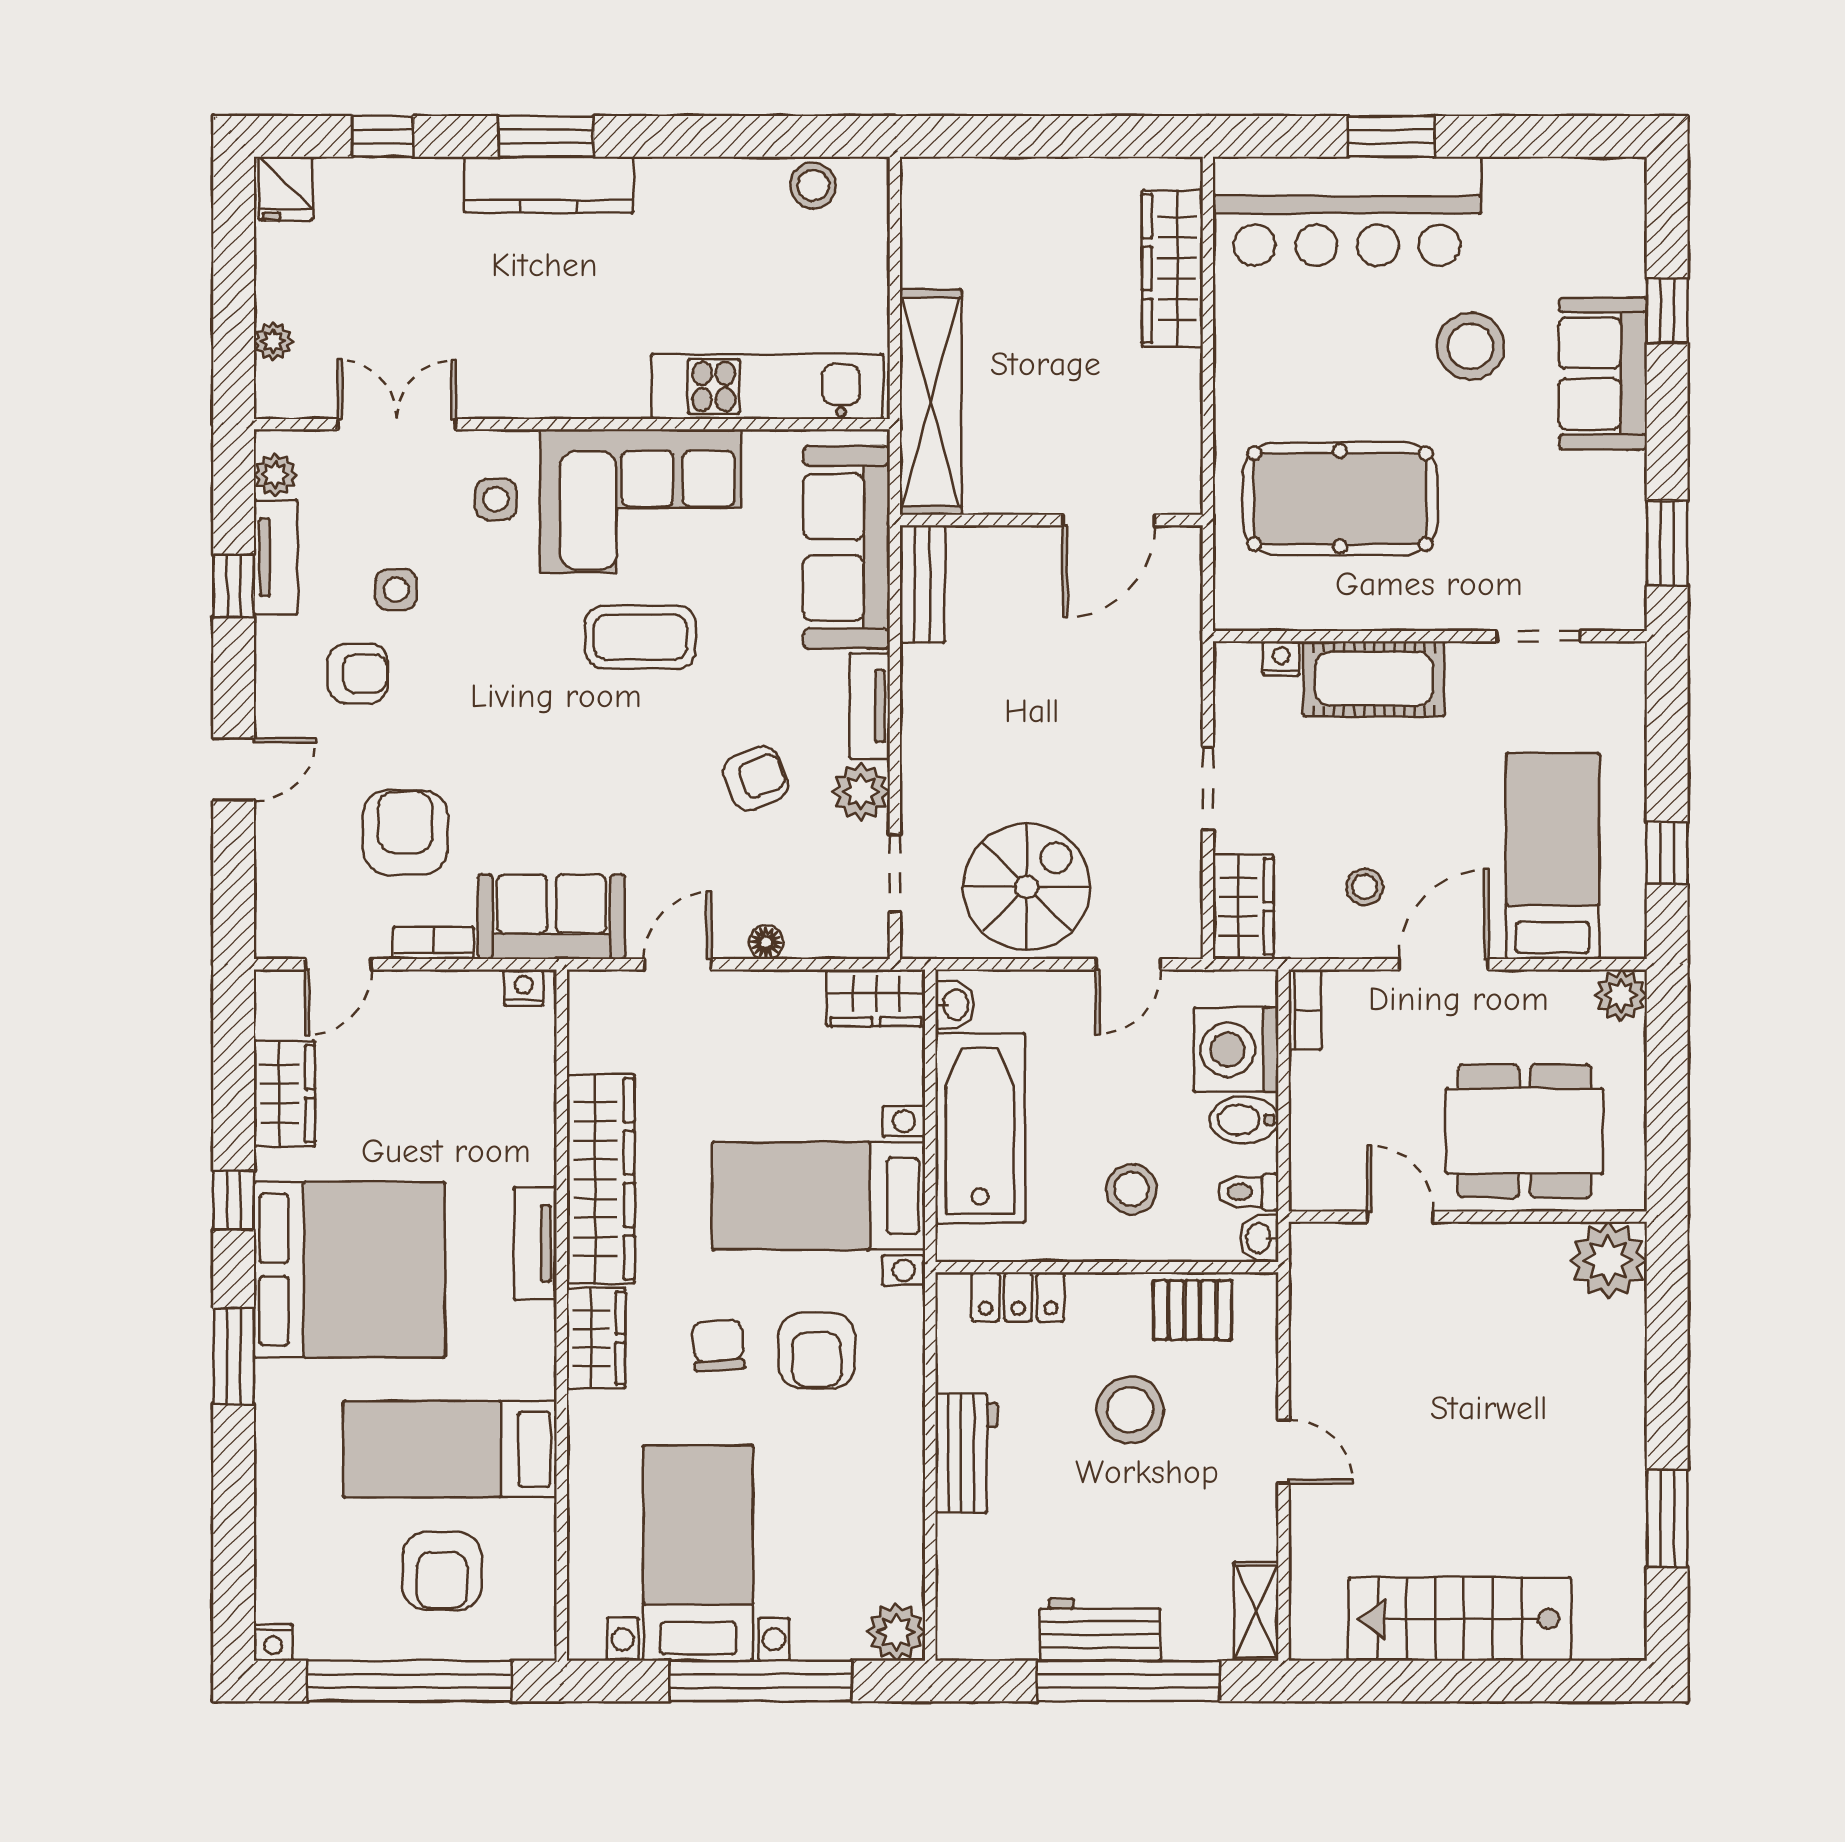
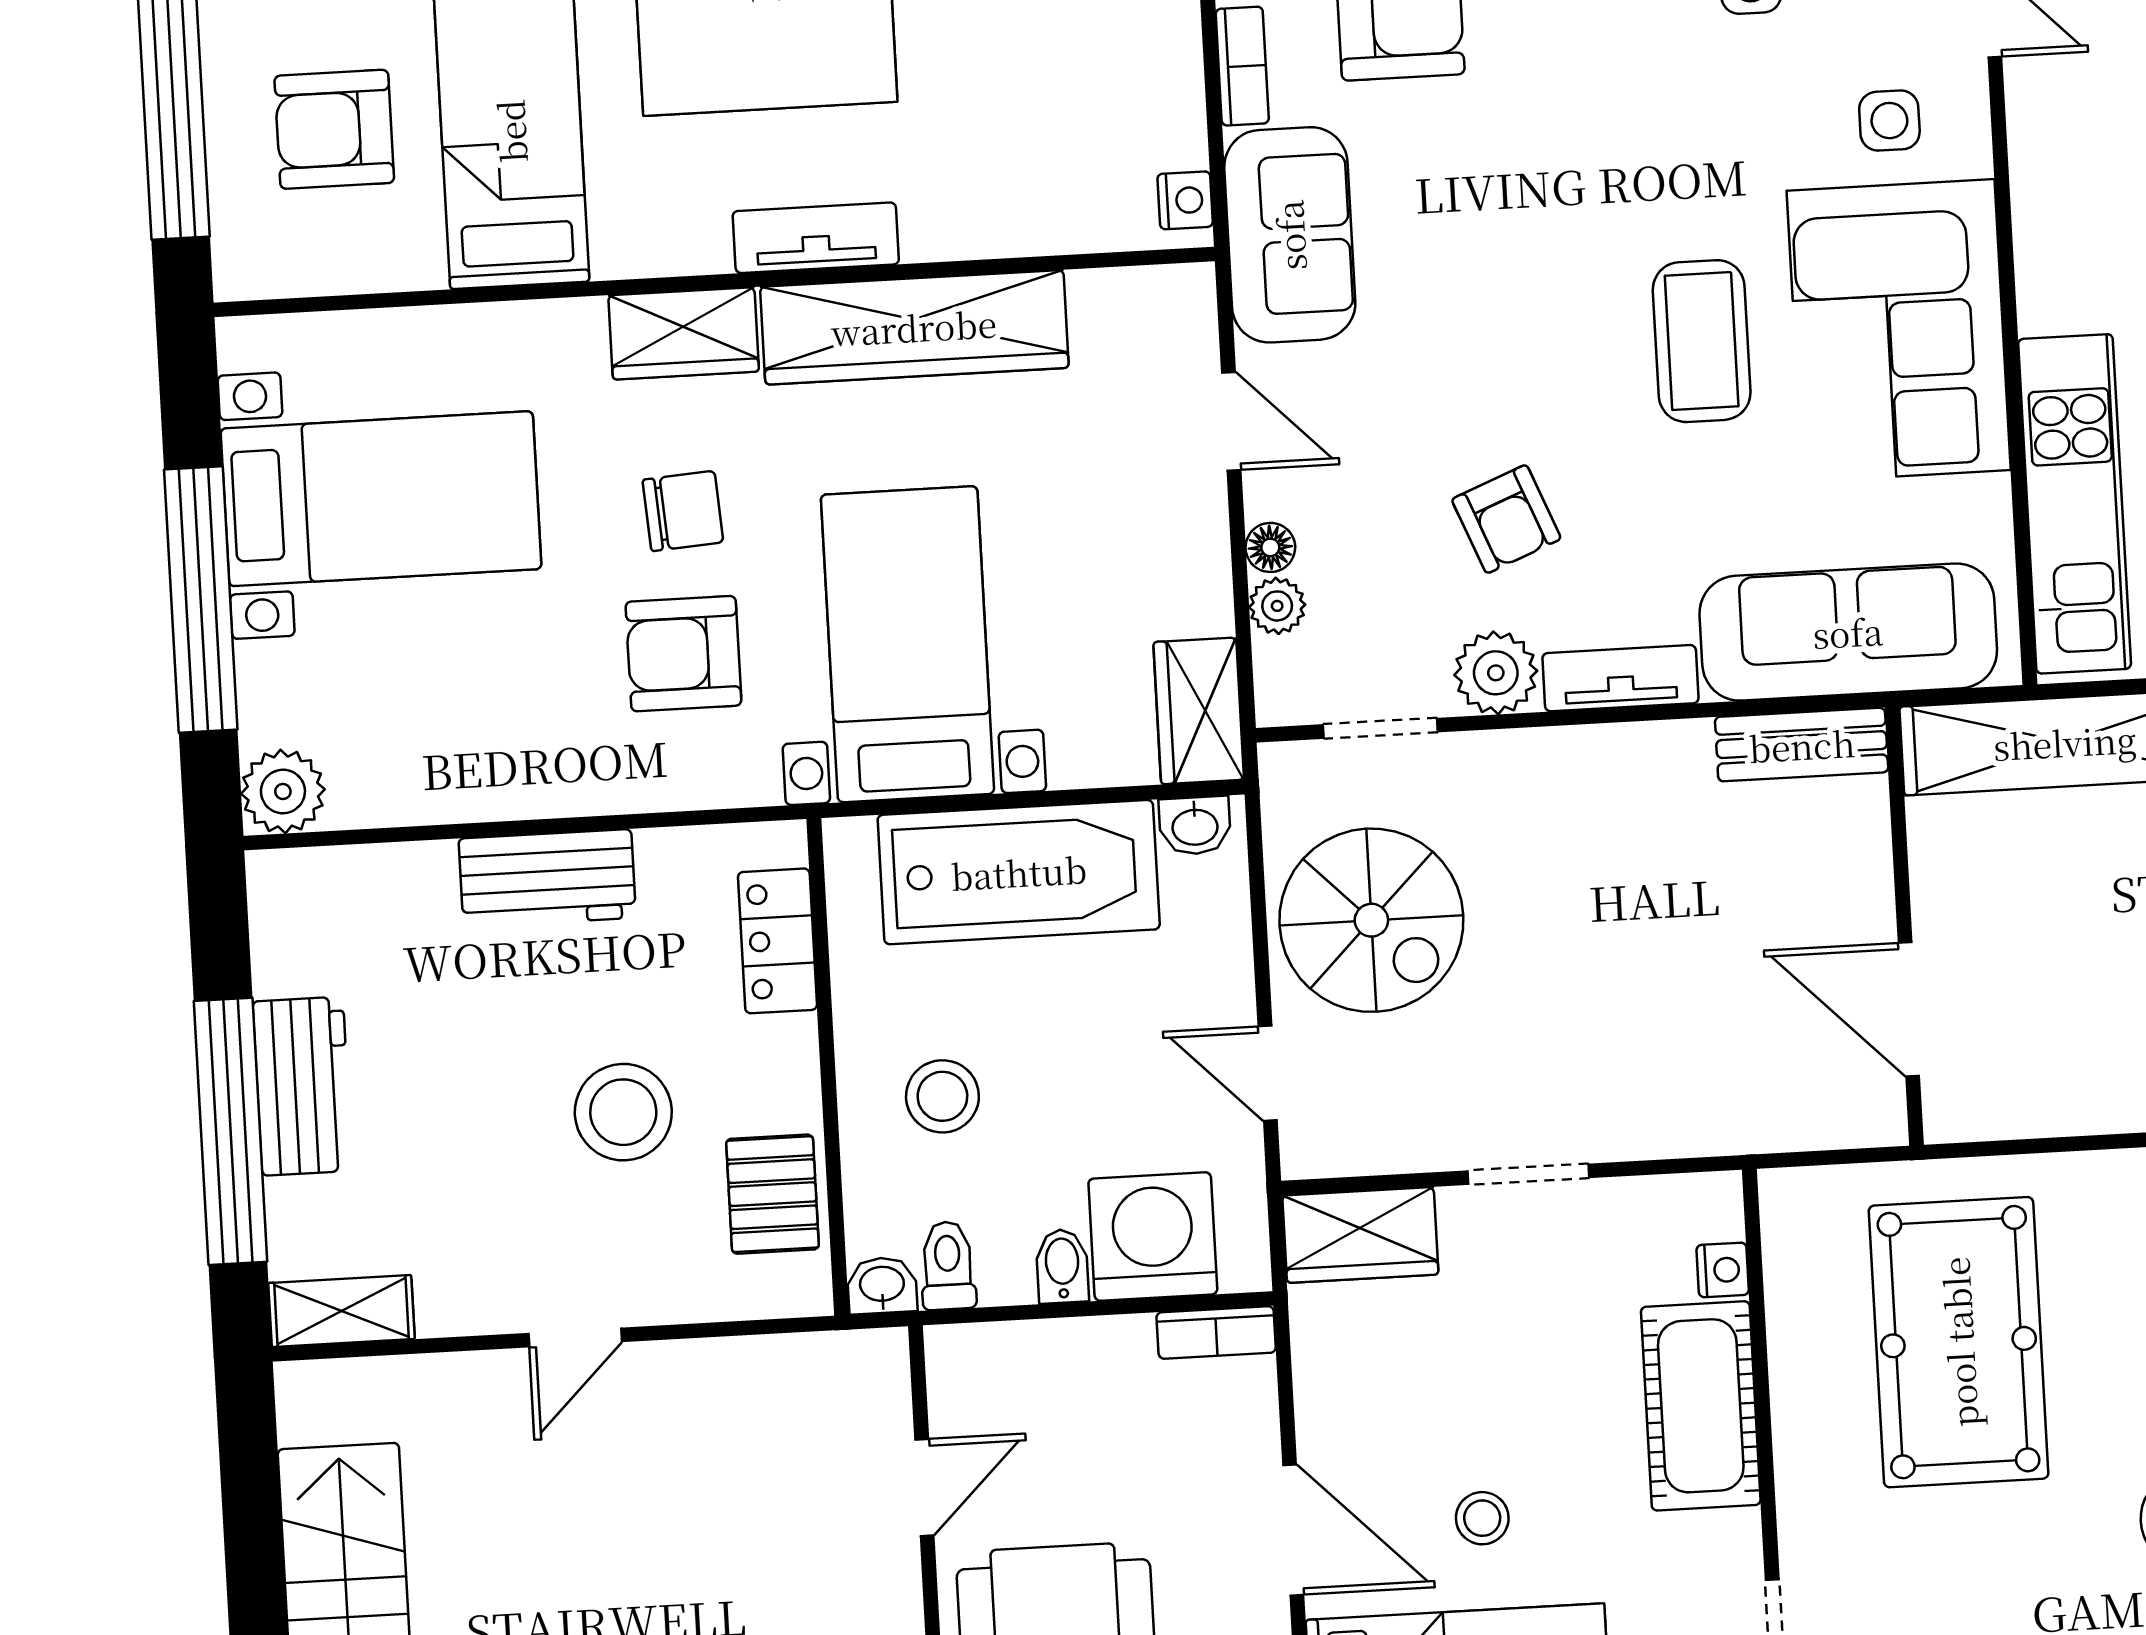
stool: (1365, 887) -> (1482, 1518), moved
plant: (807, 940) -> (1277, 606), added
bidet: (1244, 1120) -> (1062, 1266), width x0.72, depth x0.74

